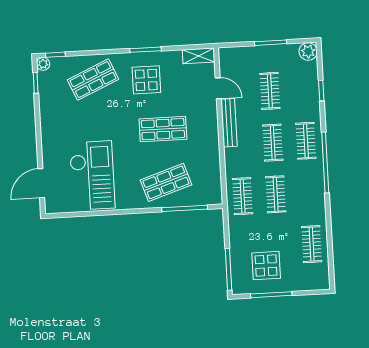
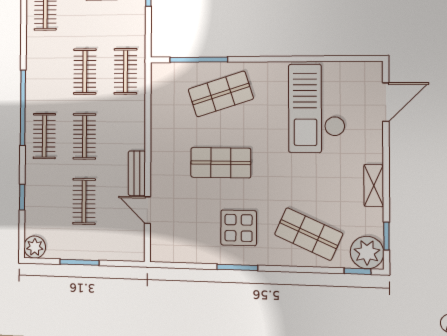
shelving: (199, 56) -> (374, 186), moved, turned 90
plant: (43, 64) -> (367, 252), width x1.87, depth x1.87
shop shelf: (93, 80) -> (309, 234), turned 48
bench: (229, 123) -> (137, 173), width x0.73

